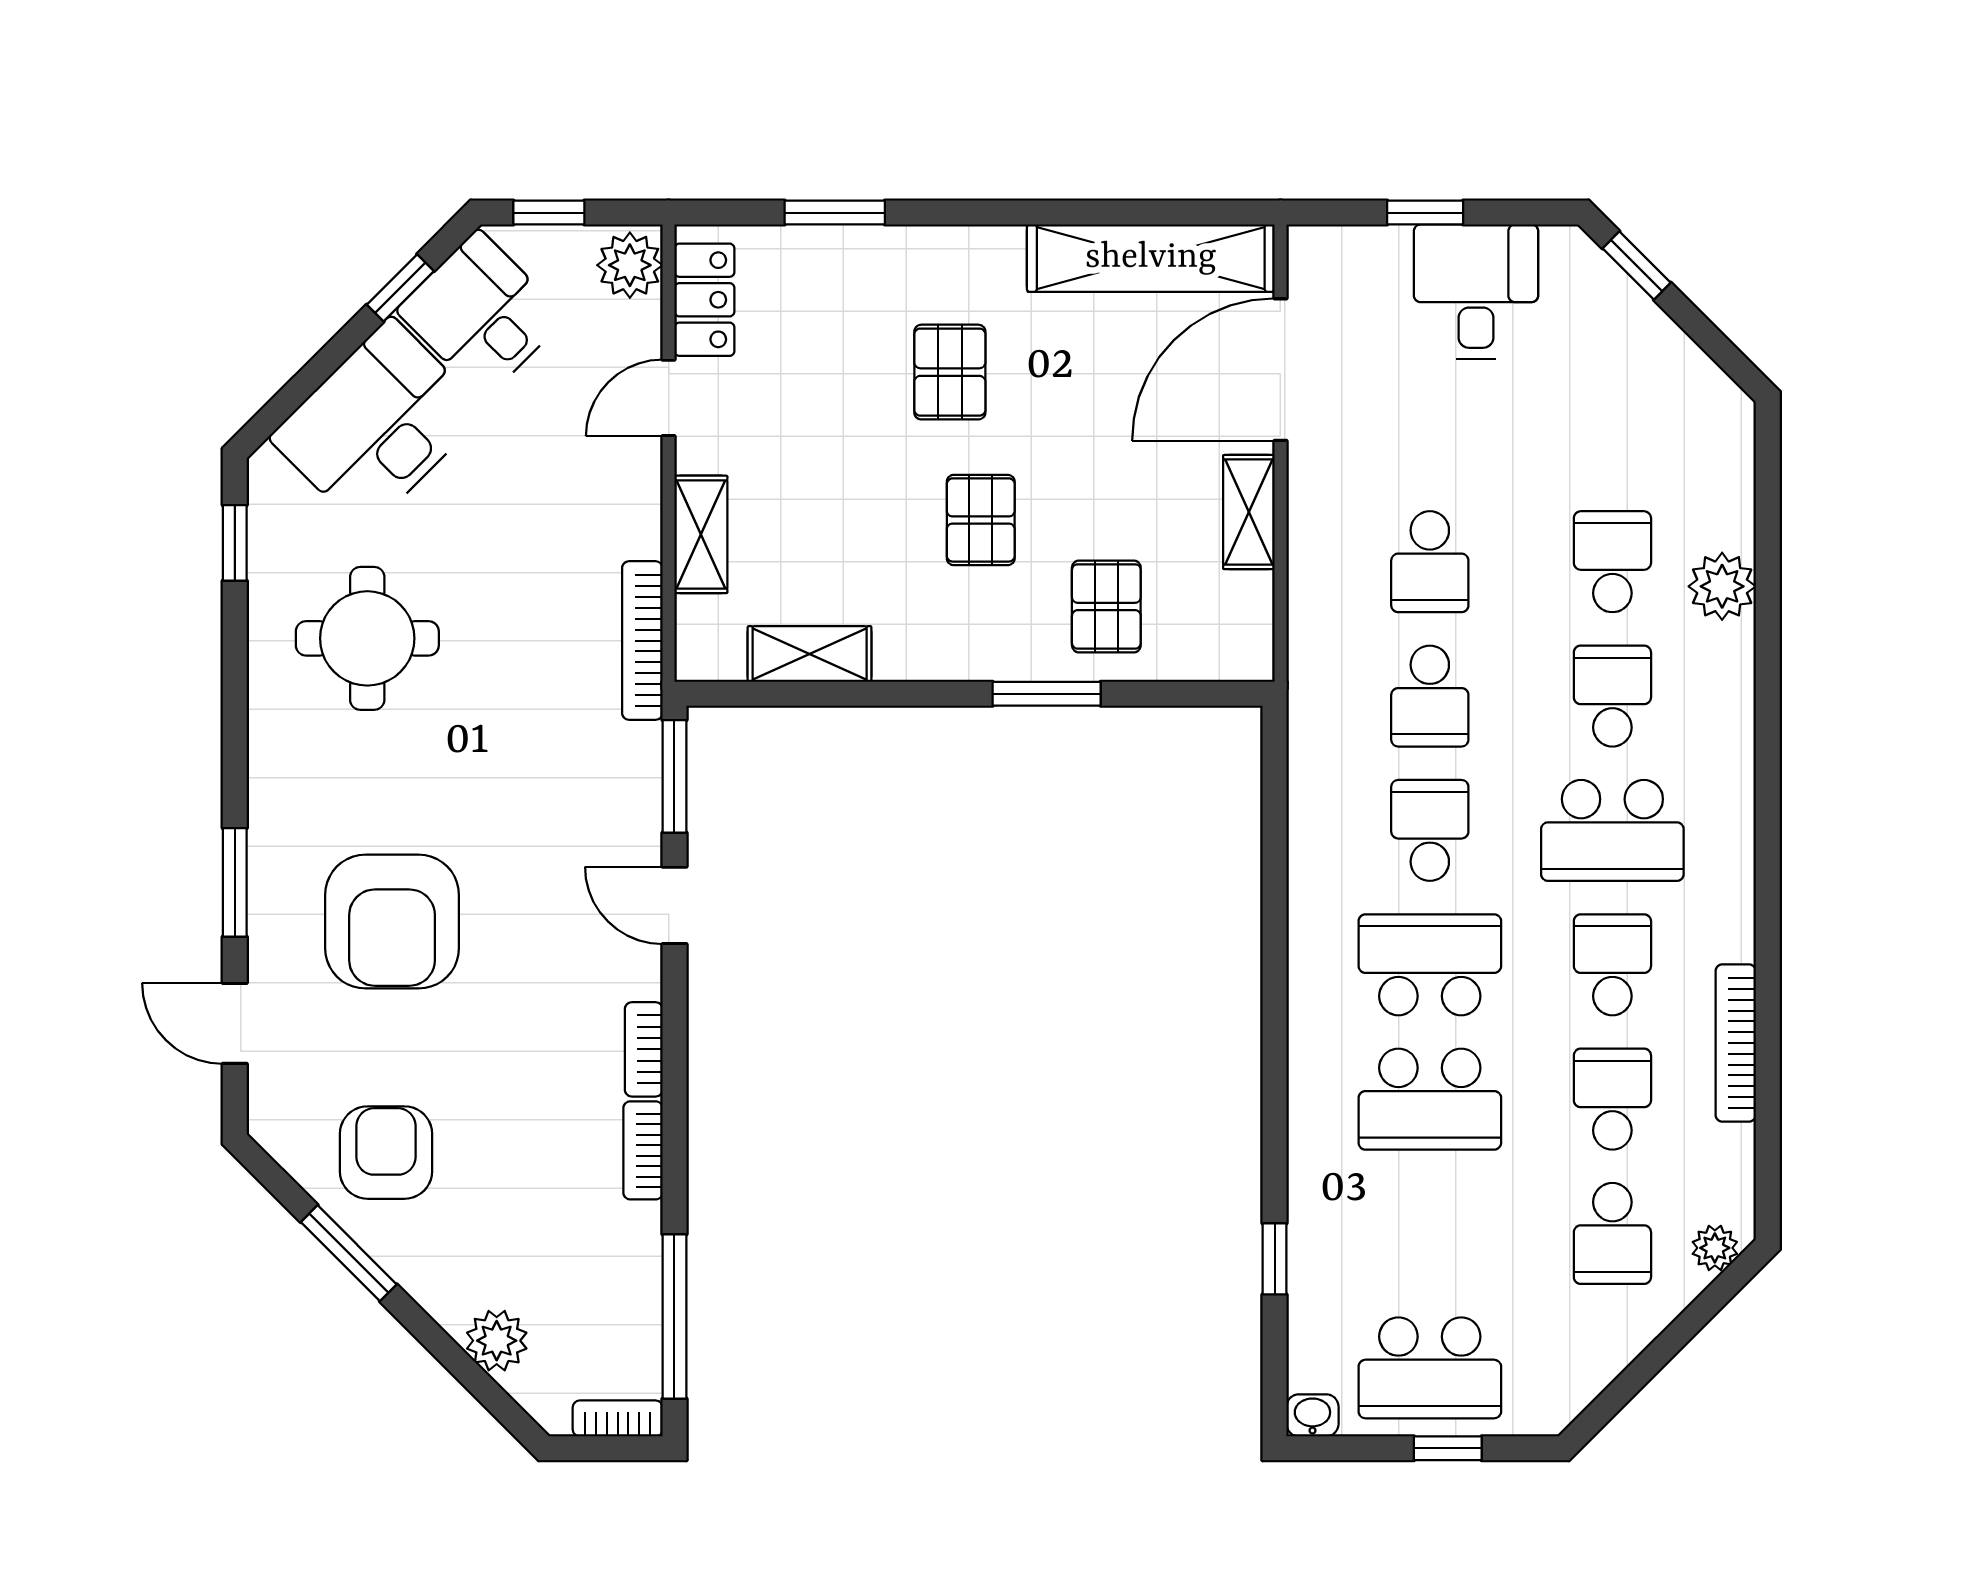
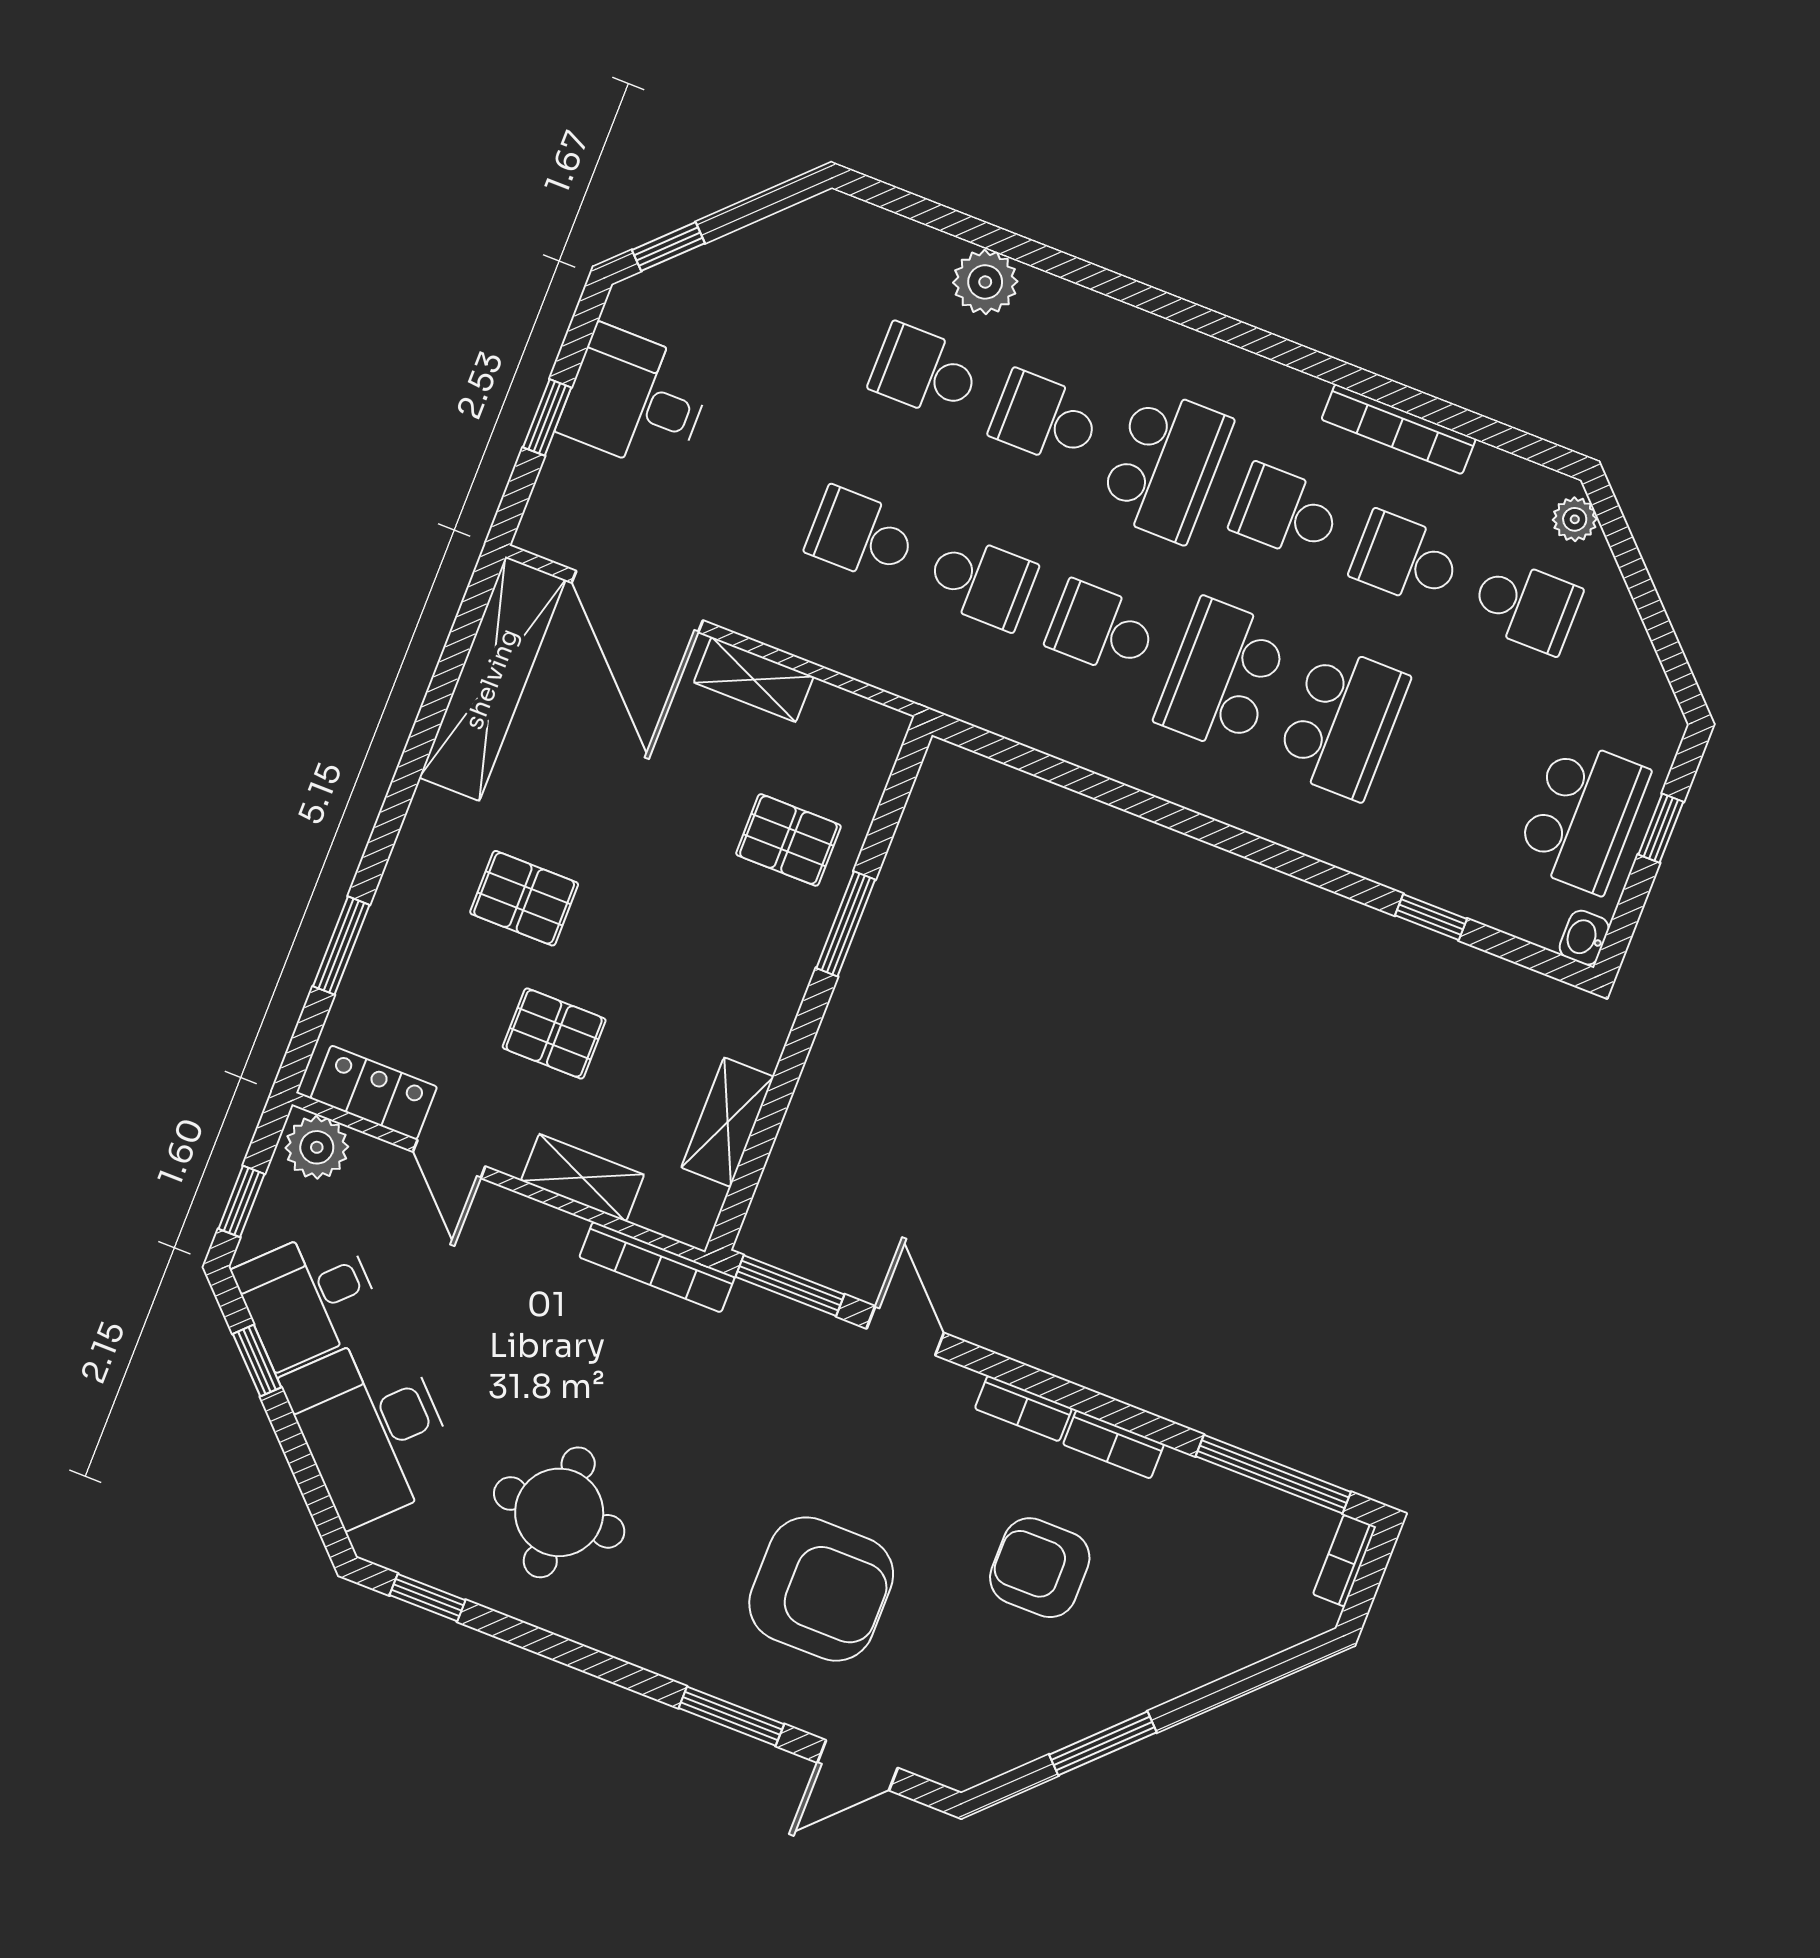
pallet: (981, 520) -> (554, 1033), moved
school desk: (1430, 562) -> (861, 535), turned 180
door: (674, 905) -> (905, 1331), swing flipped
armchair: (386, 1153) -> (1040, 1568), moved
plant: (497, 1341) -> (1233, 1642), removed

